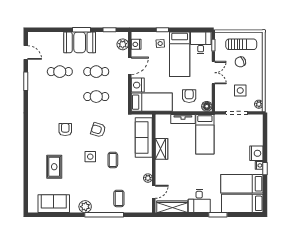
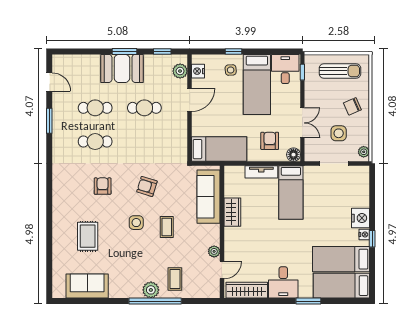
chair: (240, 62) -> (352, 106), moved
double door: (213, 73) -> (302, 123), moved
nightstand: (138, 85) -> (200, 126), removed
cafe table: (96, 97) -> (95, 142), moved
plant: (85, 207) -> (151, 290), moved

